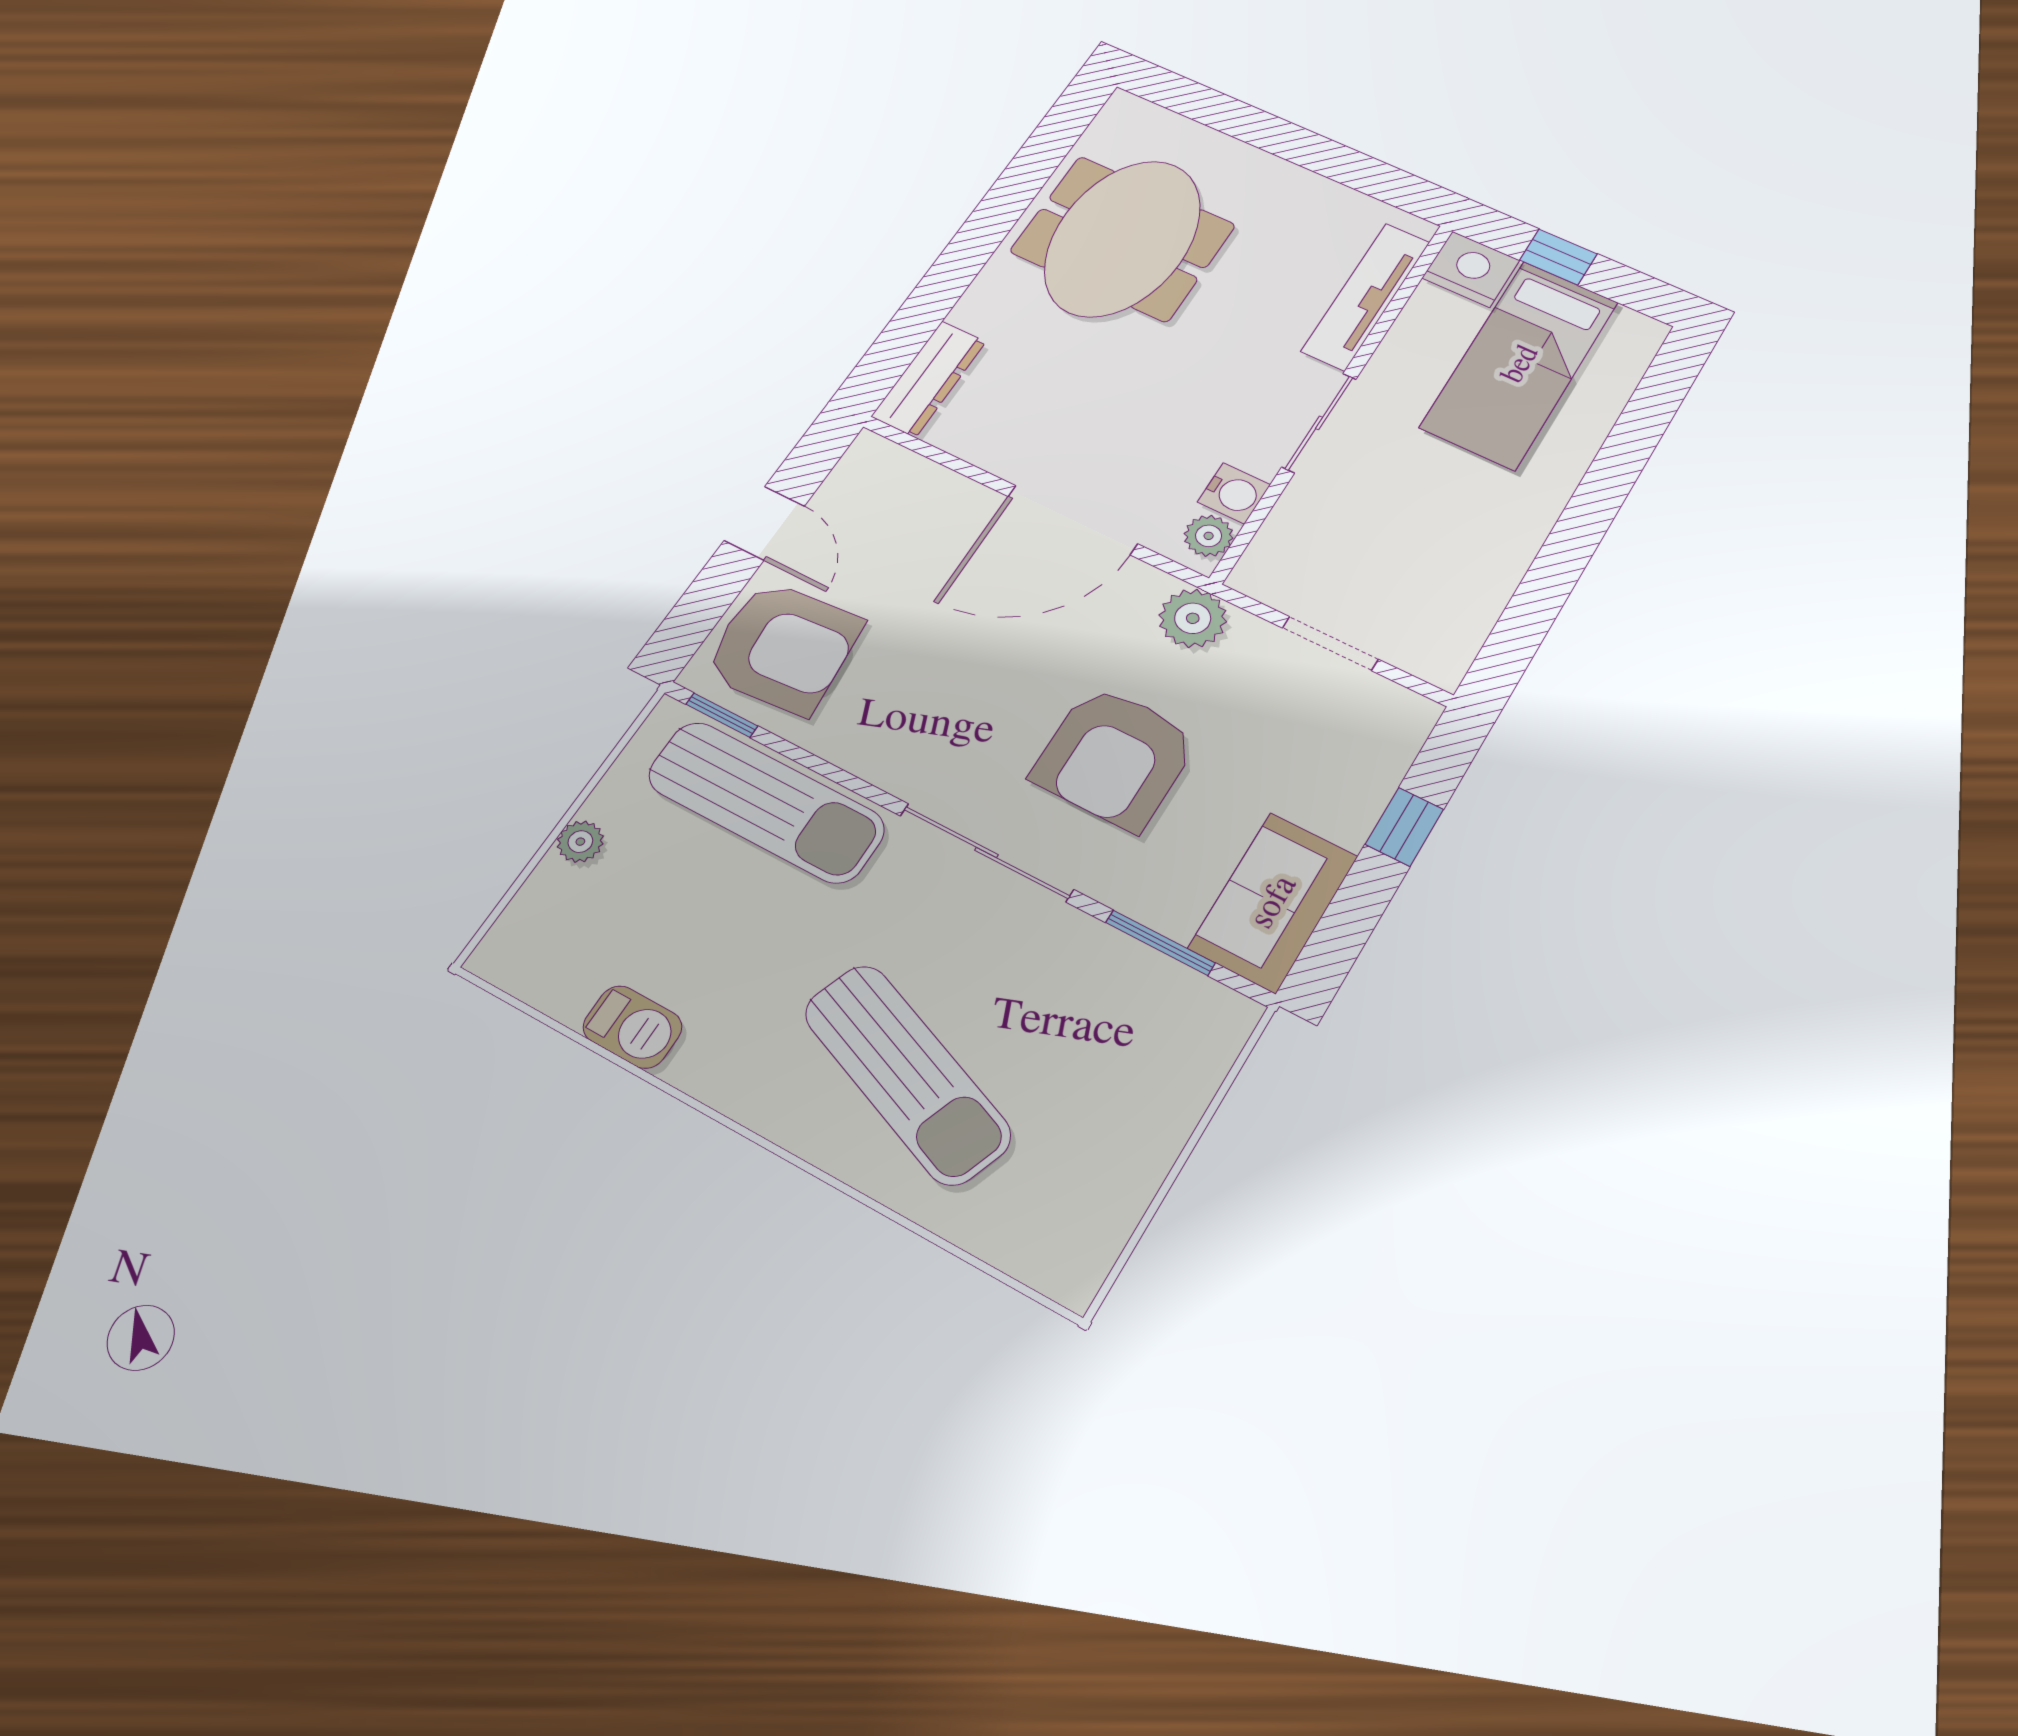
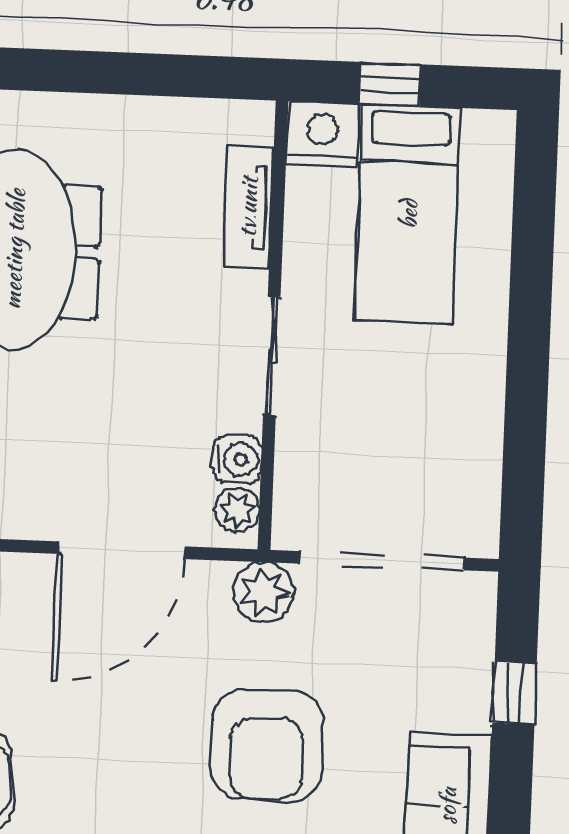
tv unit: (1366, 296) -> (248, 207), width x0.71
doorway: (1330, 644) -> (382, 561), width x1.88

